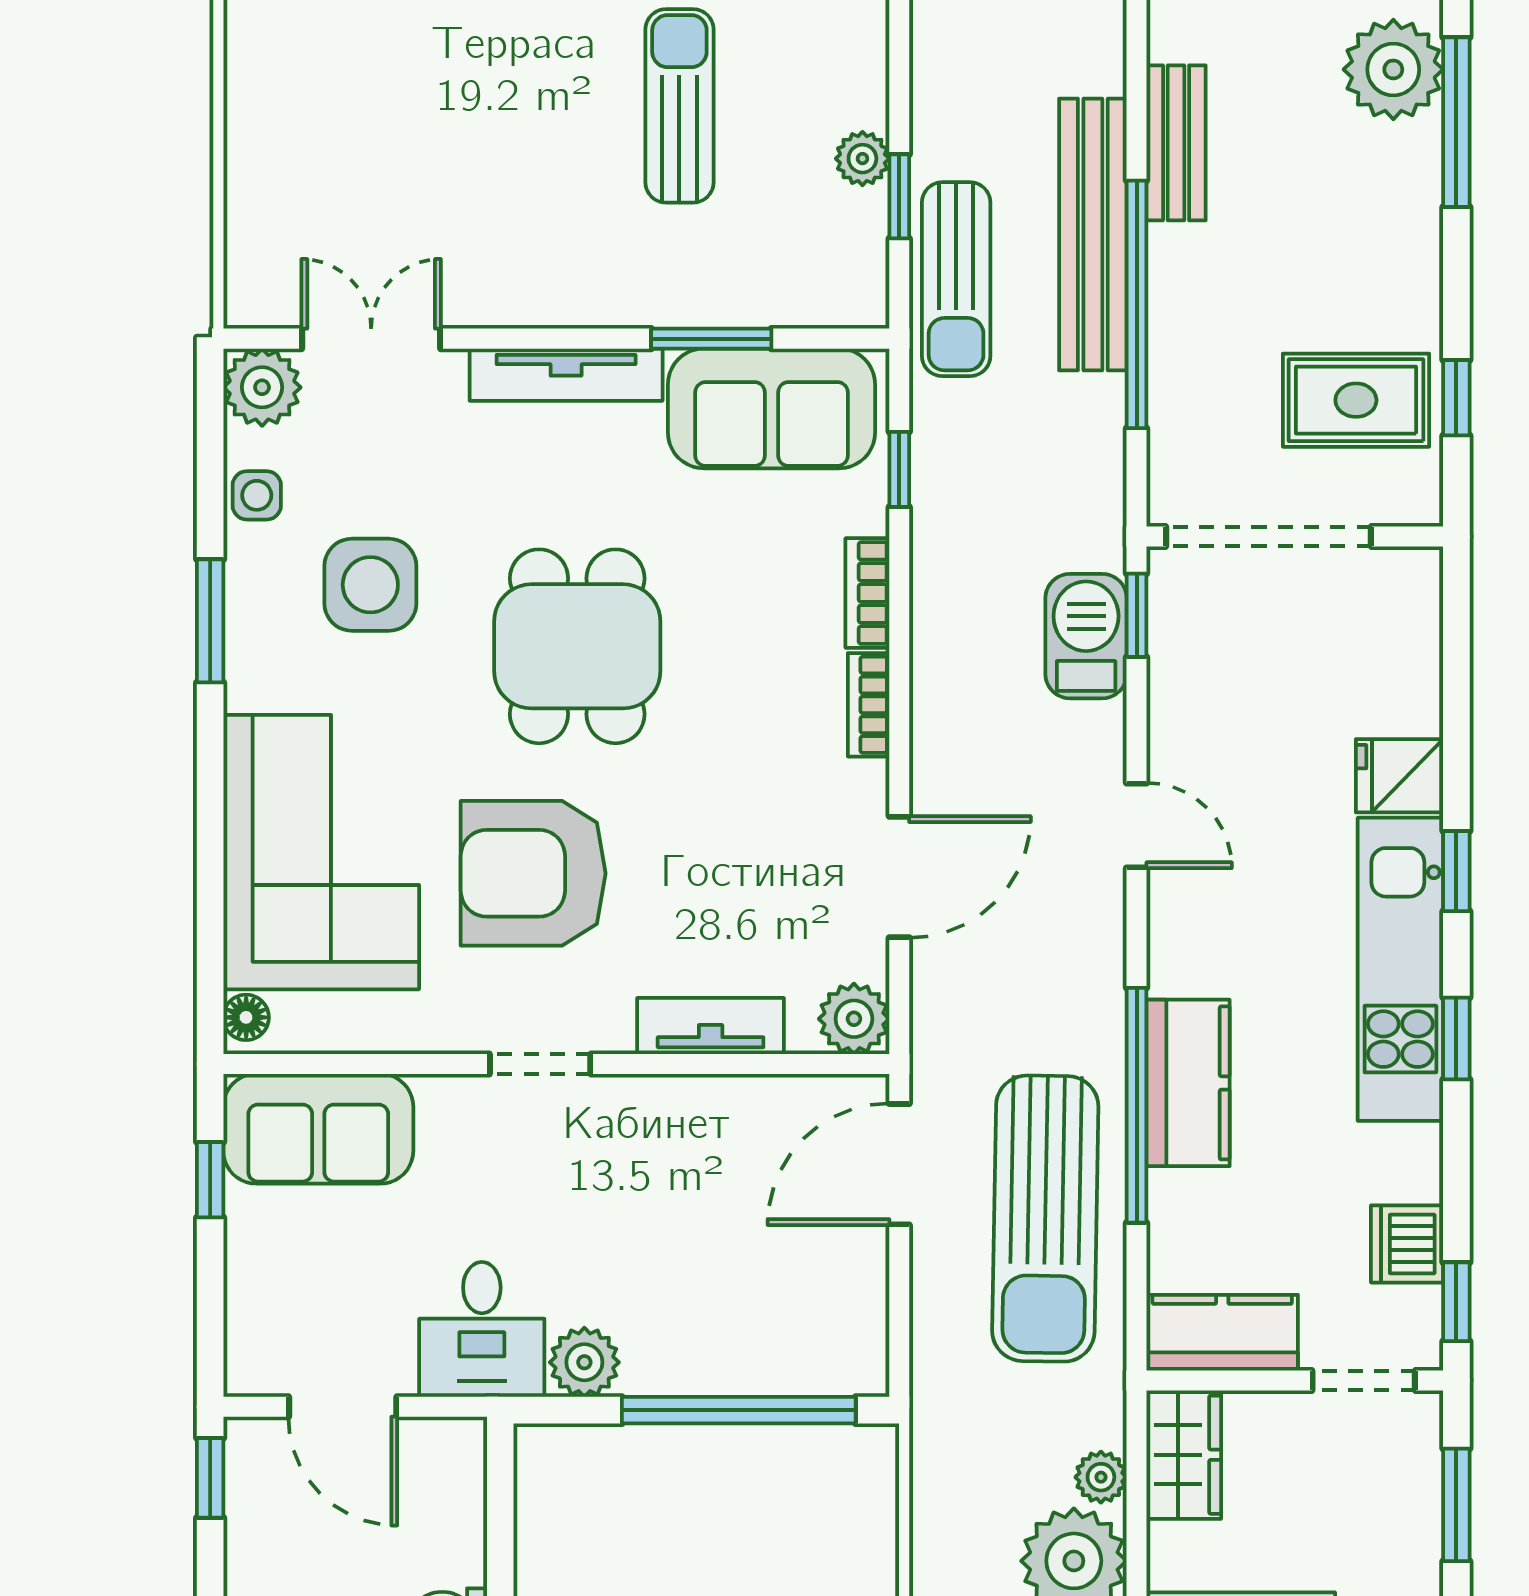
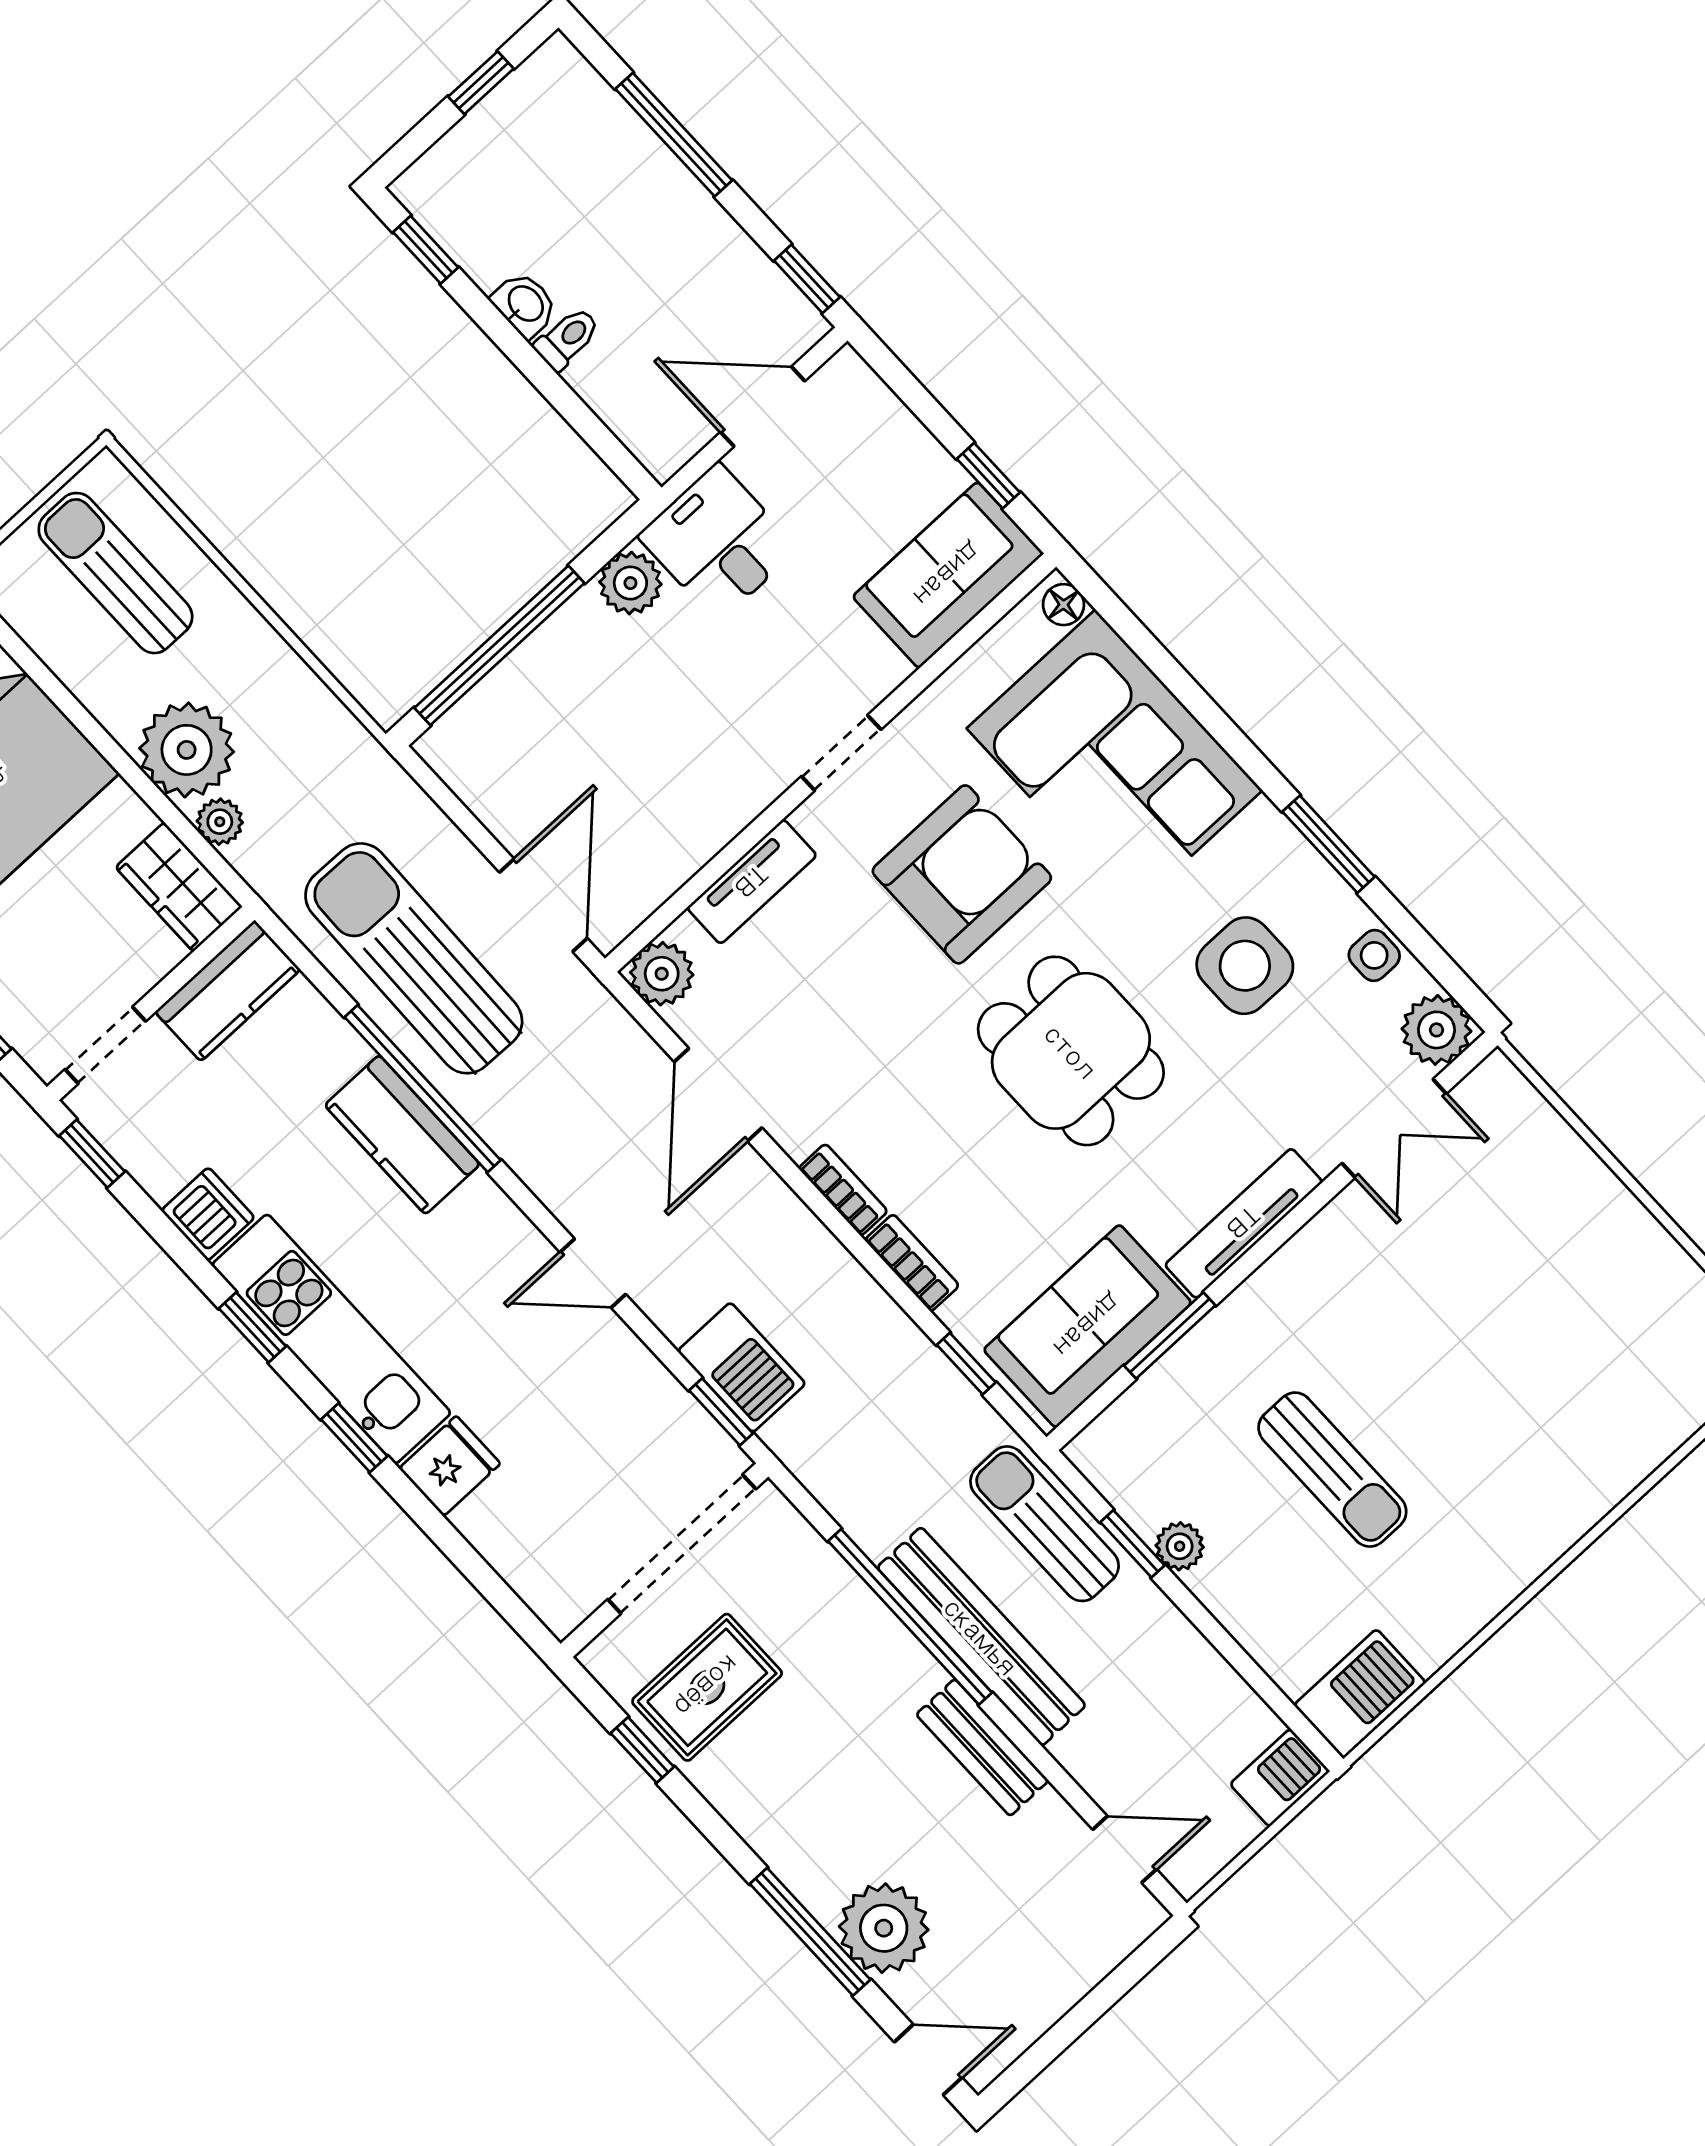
dishwasher: (1407, 1244) -> (208, 1214), moved

